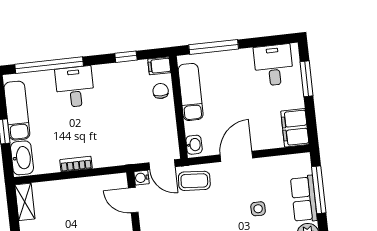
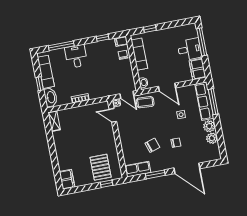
window: (214, 47) -> (150, 29), width x0.46
window: (49, 65) -> (61, 46), width x0.68
desk: (274, 65) -> (189, 49), moved, turned 90
window: (306, 79) -> (202, 42), width x1.44
door: (236, 156) -> (167, 87), swing flipped
row of seats: (304, 199) -> (204, 101), width x1.48

